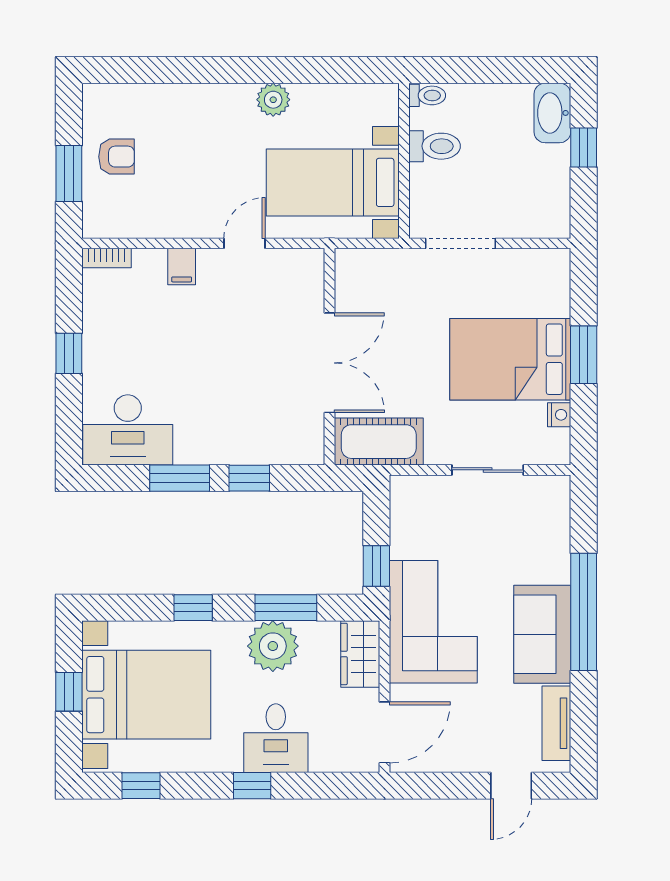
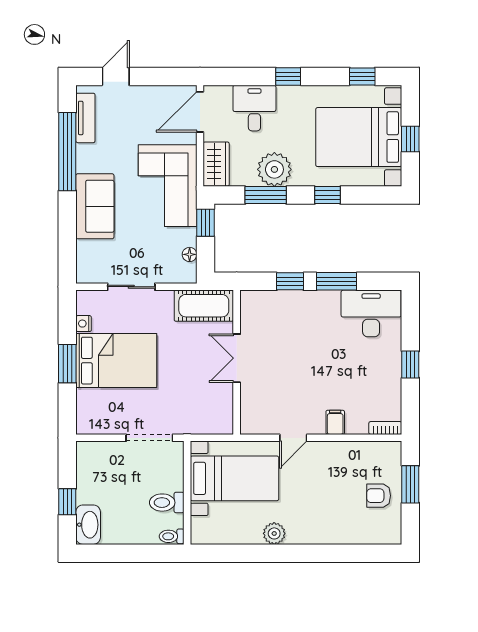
double door: (329, 363) -> (237, 358), width x0.73
floor lamp: (400, 518) -> (190, 254), added
window: (584, 612) -> (67, 152), moved
sofa: (542, 634) -> (95, 206), moved
desk: (276, 738) -> (254, 108), moved

